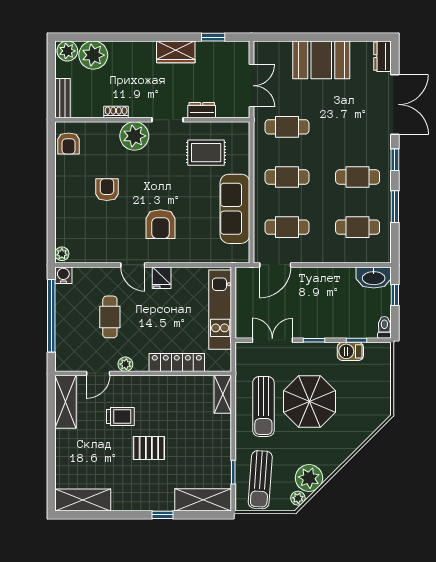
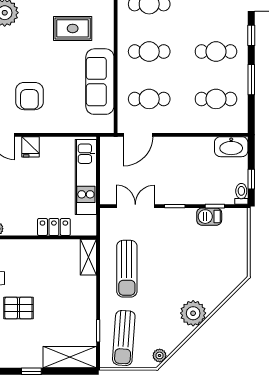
window: (395, 295) -> (251, 179), moved
locker: (177, 362) -> (54, 227), width x0.66
parasol: (309, 401) -> (170, 264), removed
plant: (309, 478) -> (193, 313), moved

